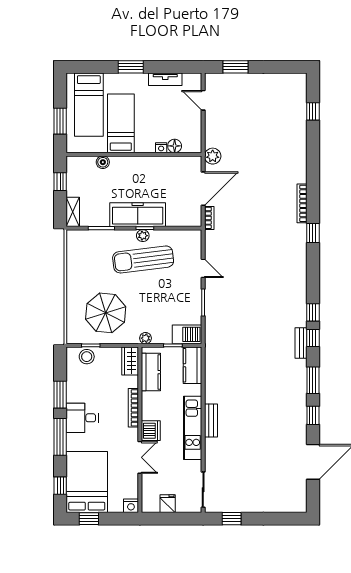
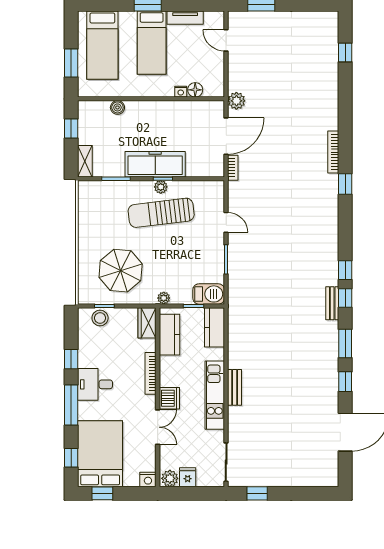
bed: (121, 123) -> (152, 43), moved, turned 180
window: (60, 395) -> (71, 359), width x0.67
plant: (151, 505) -> (170, 478), added

